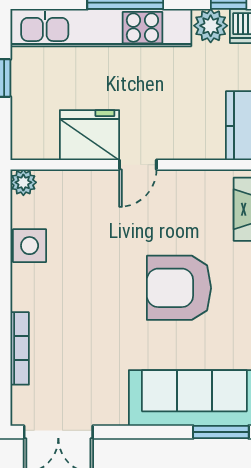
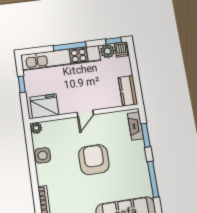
fridge: (89, 135) -> (44, 106), moved
armchair: (179, 288) -> (94, 160), moved, turned 90

